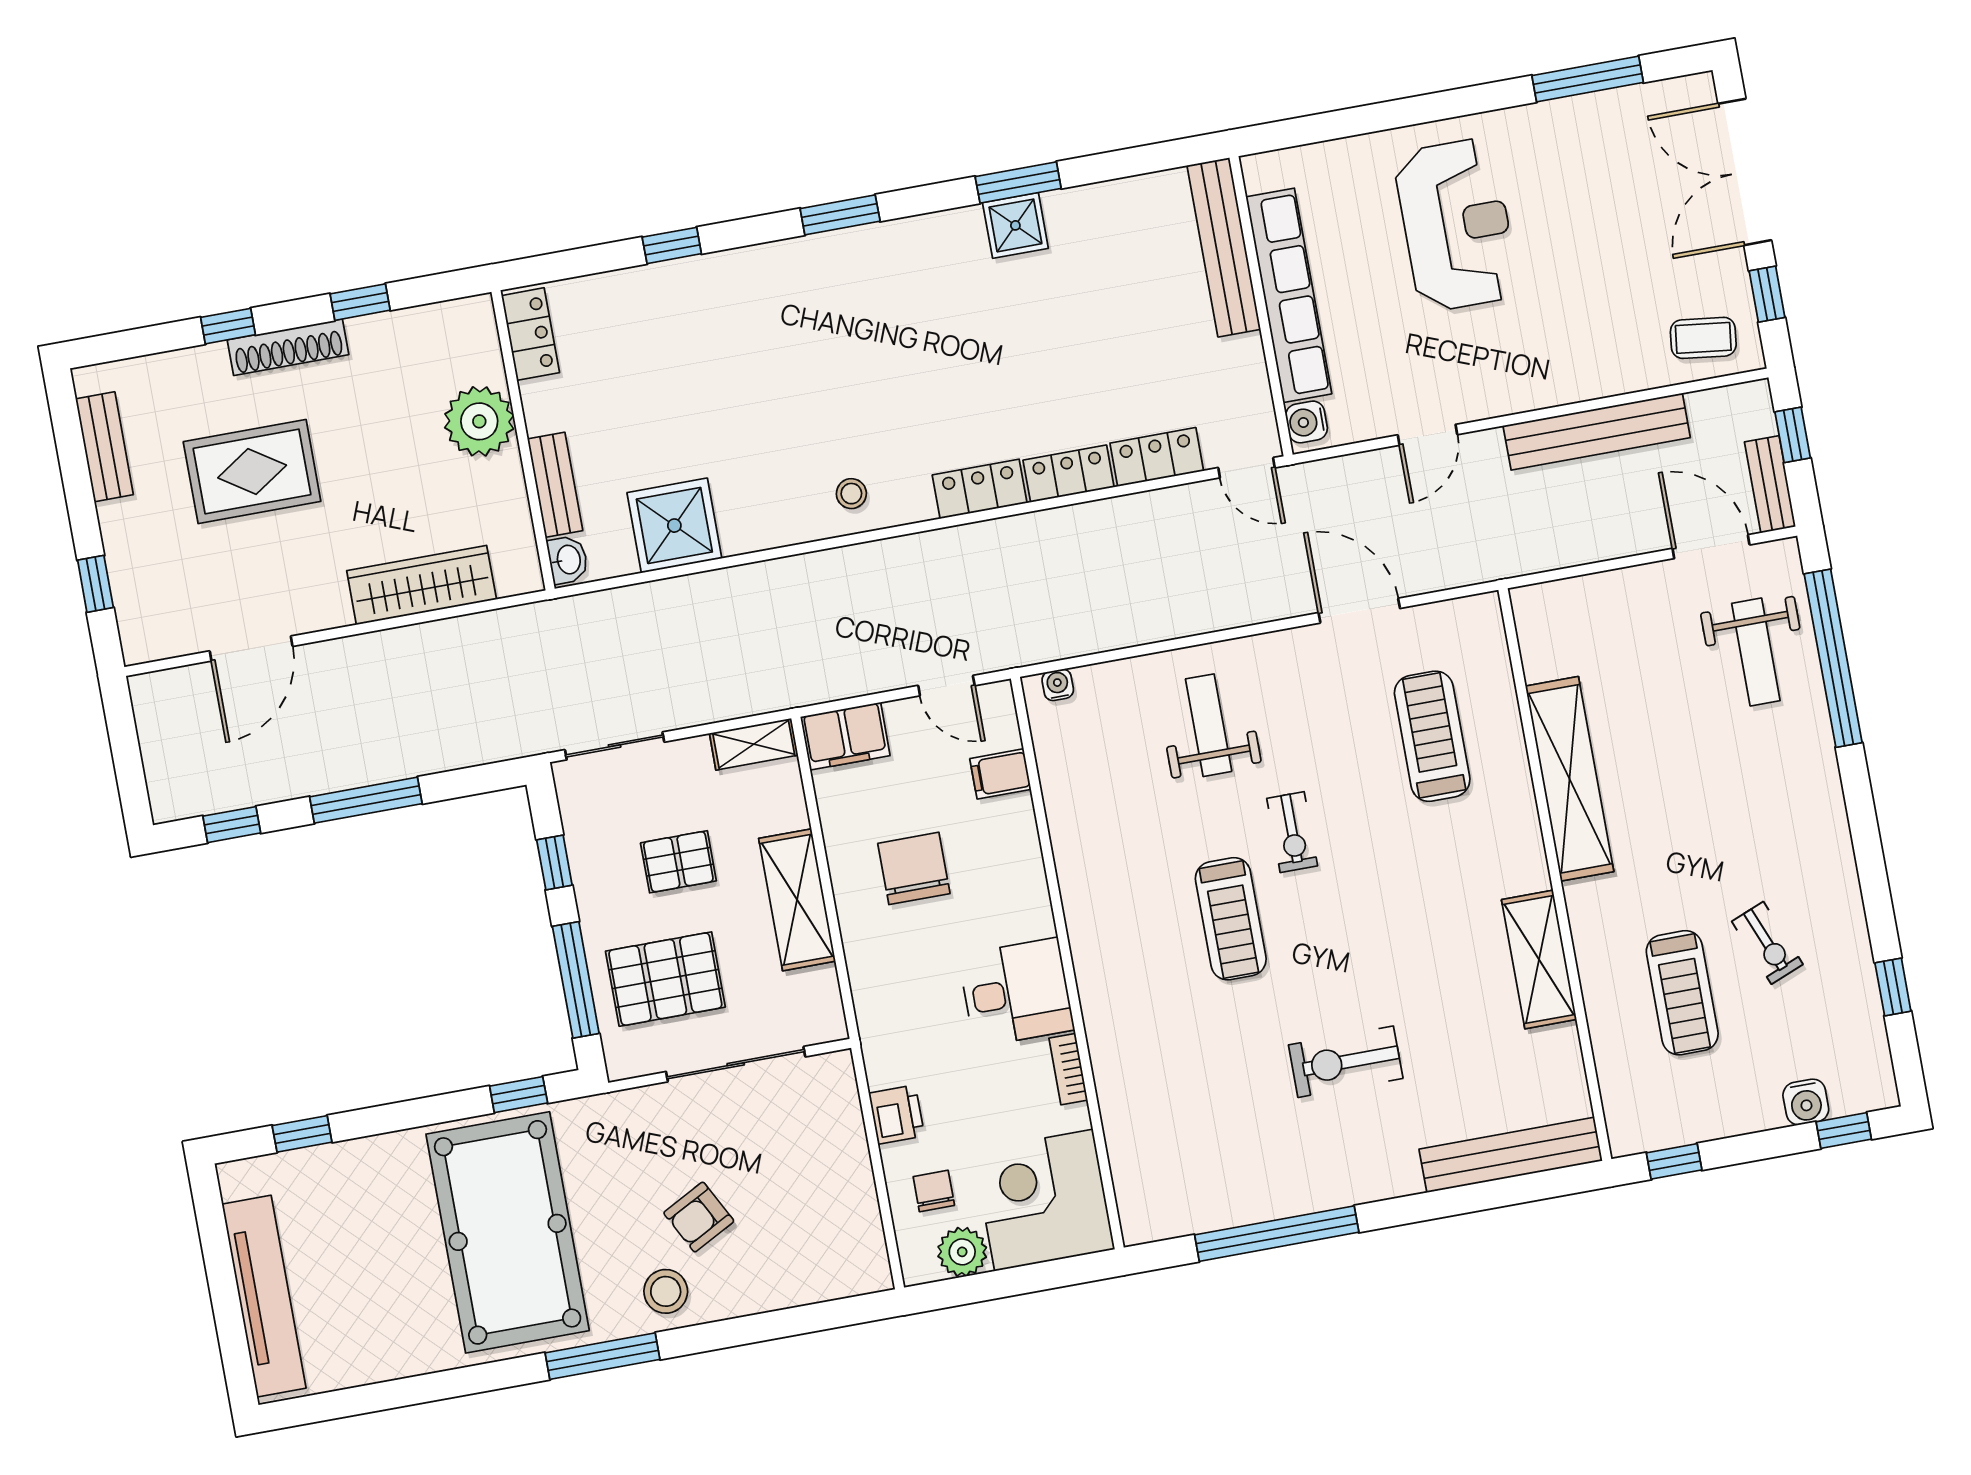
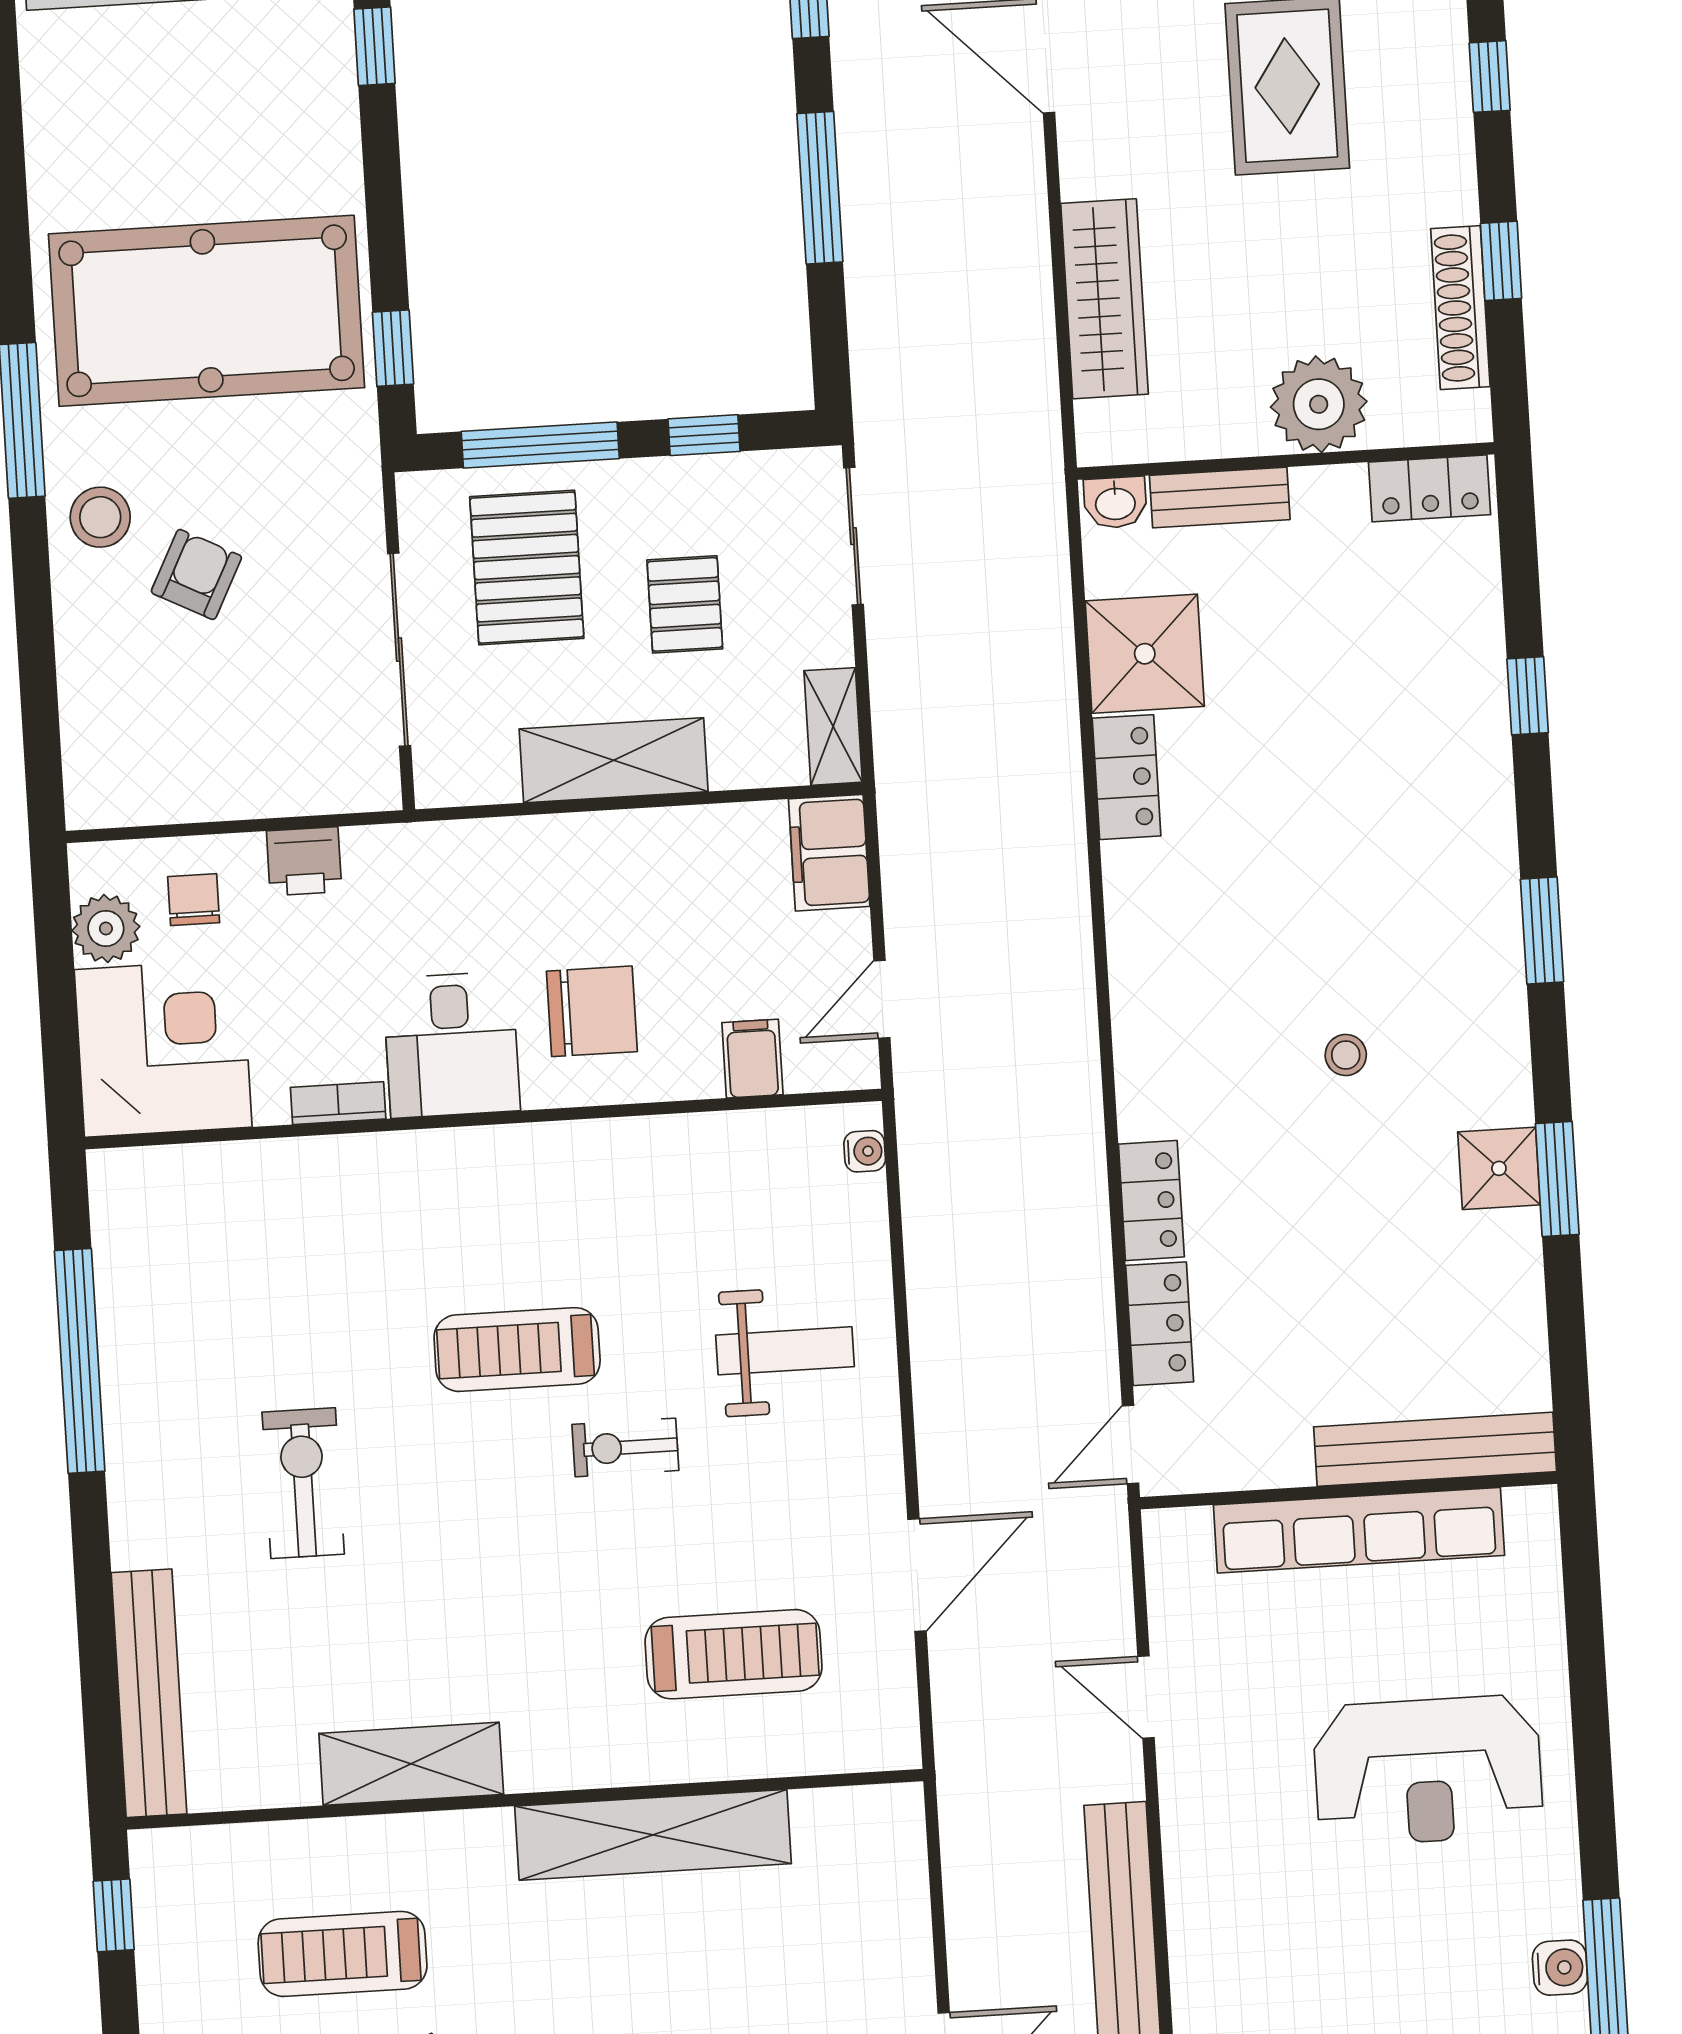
shoe rack: (288, 347) -> (1460, 308), moved
water cooler: (1306, 422) -> (1560, 1968), moved, turned 90
locker: (980, 489) -> (1127, 777), moved
stool: (851, 494) -> (1346, 1055), moved
chair: (914, 868) -> (592, 1011), moved
chair: (934, 1191) -> (194, 900), turned -90
armchair: (699, 1217) -> (196, 574), turned 55

